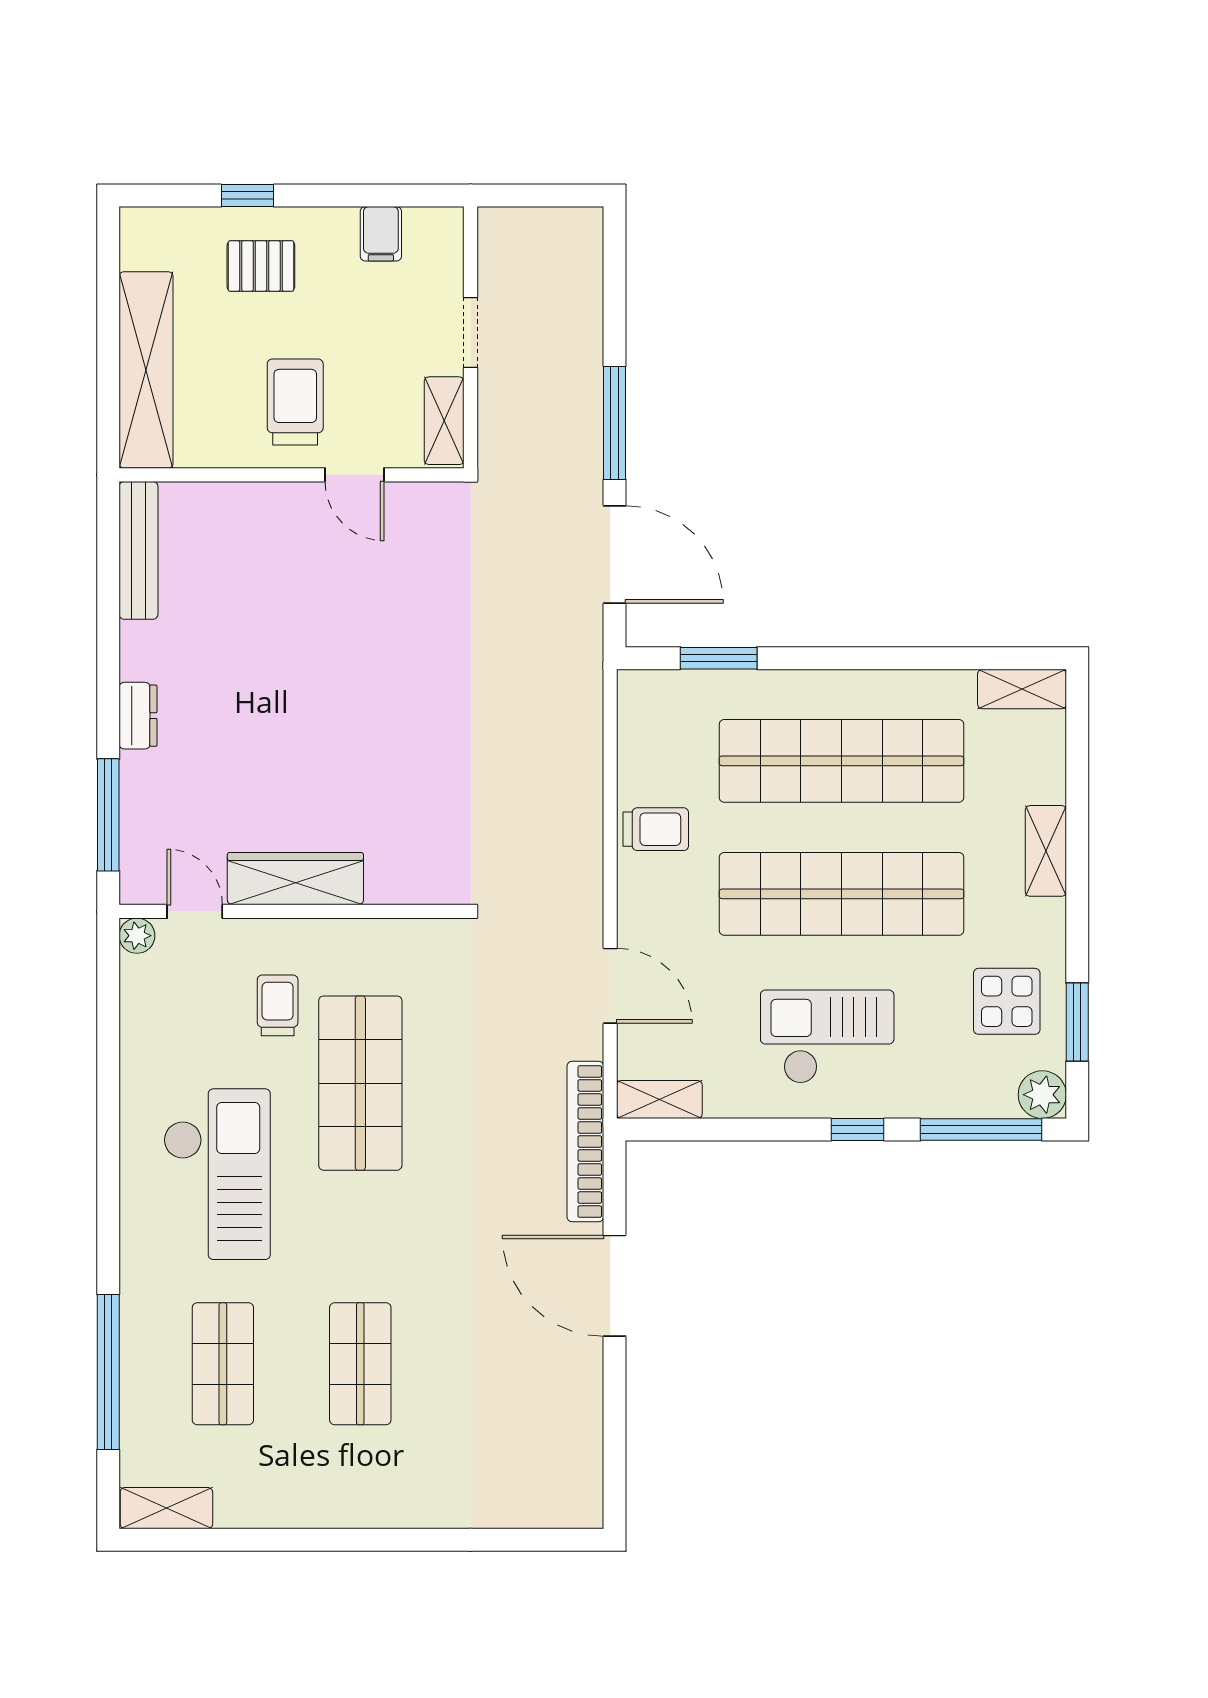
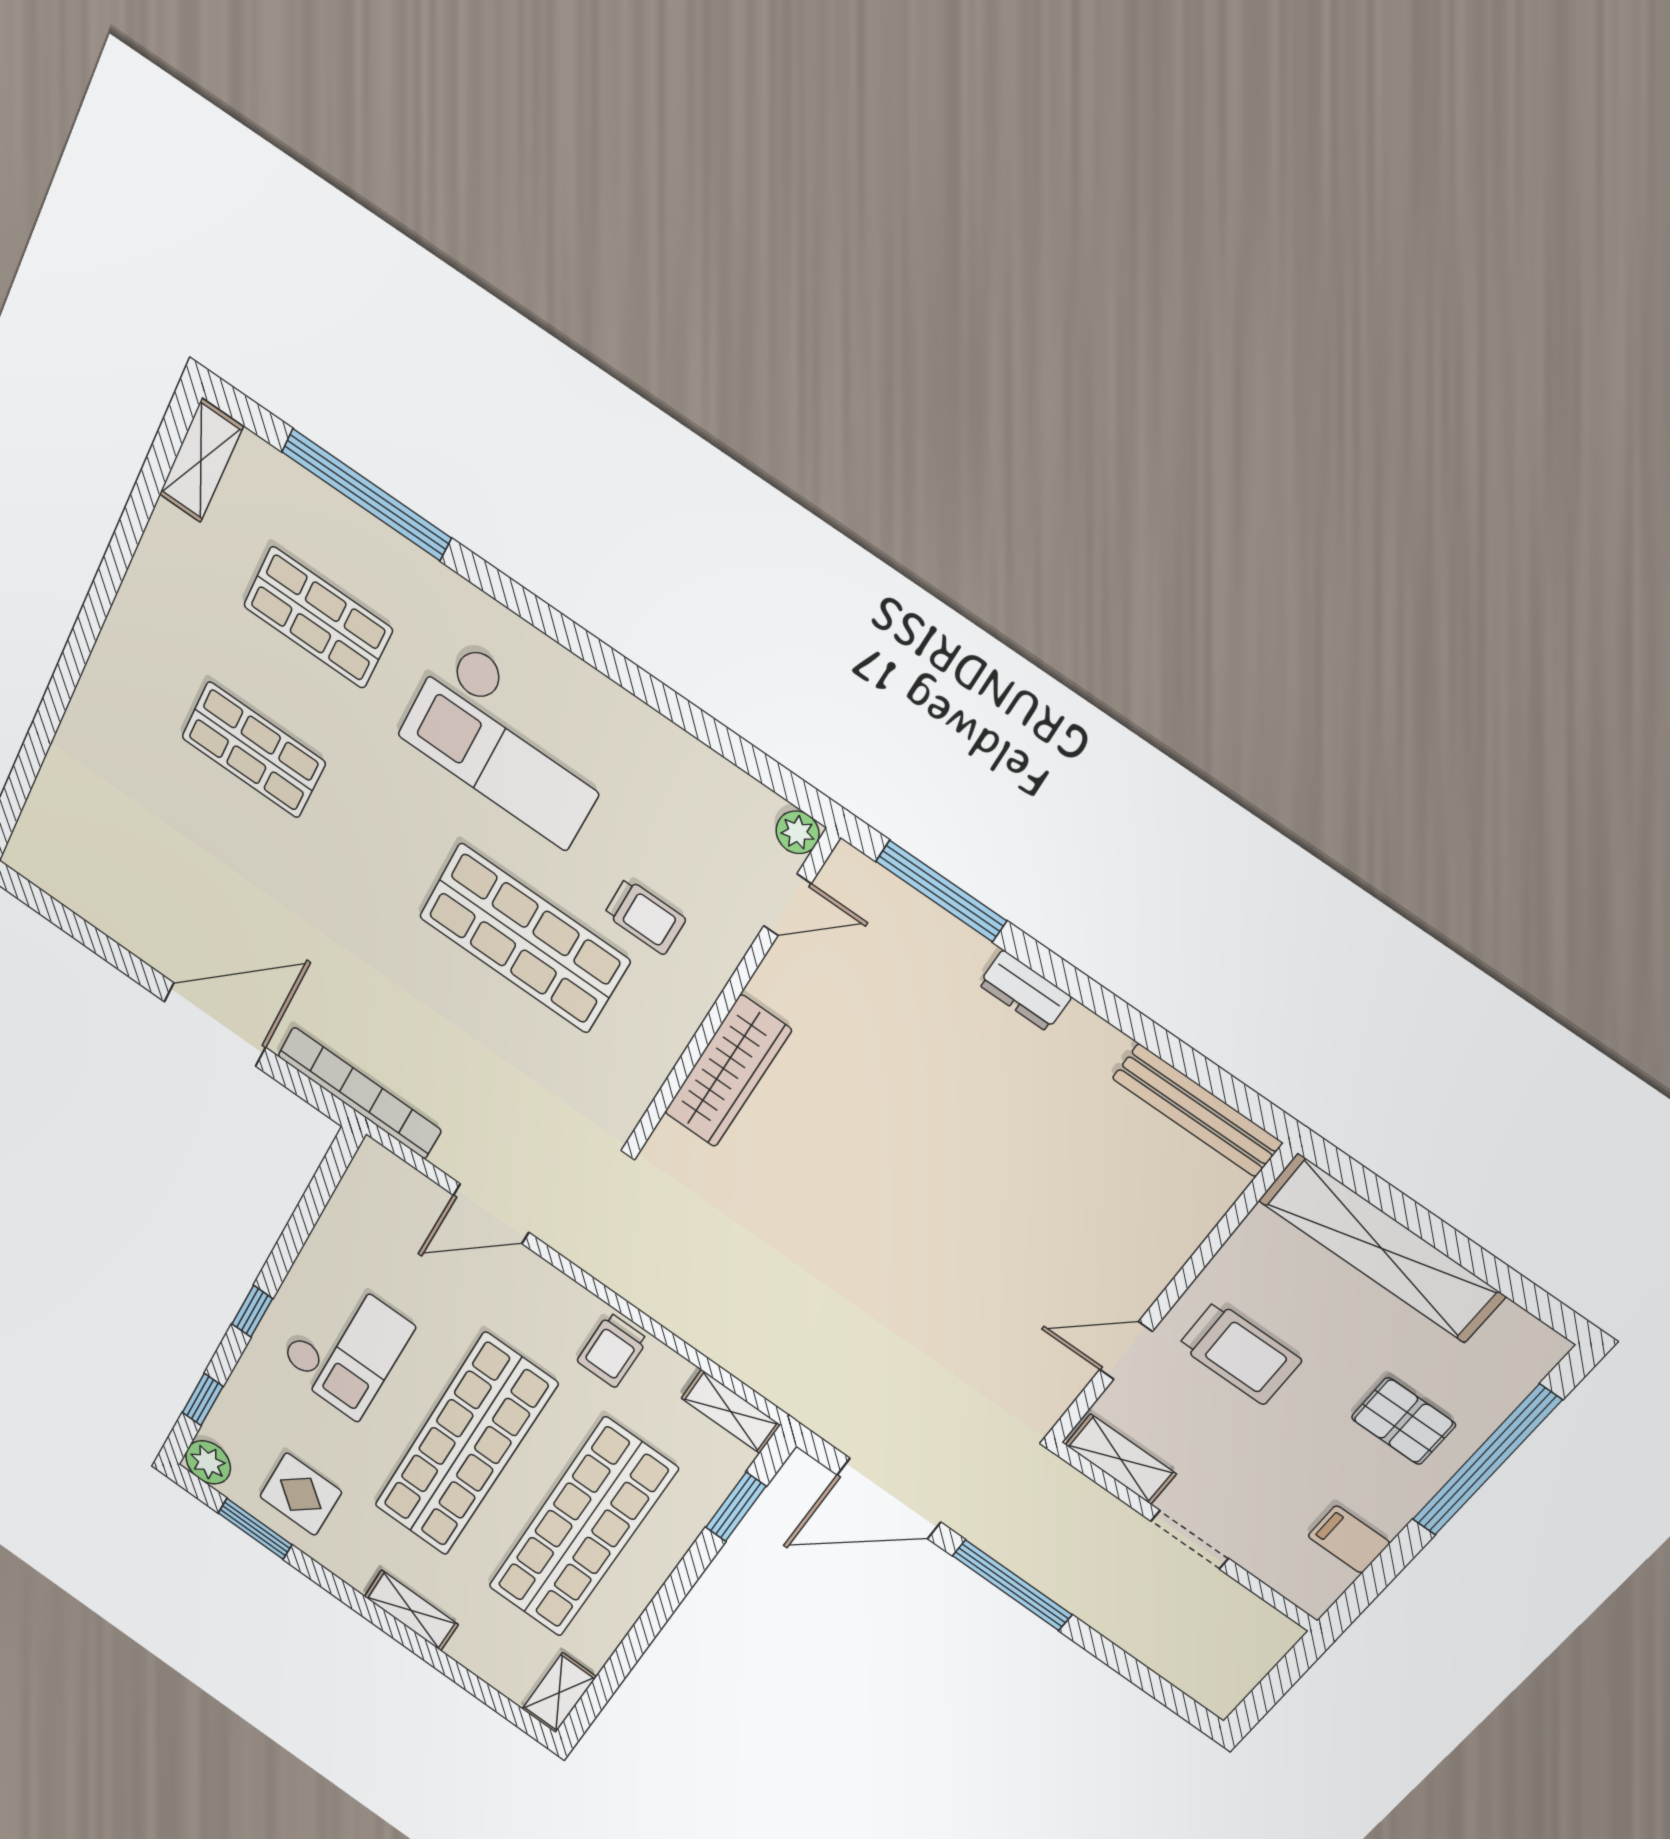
window: (247, 196) -> (1486, 1461), width x3.17
pallet: (261, 266) -> (1403, 1421), turned 90
wardrobe: (295, 879) -> (728, 1071), moved
shelving: (659, 1099) -> (731, 1411), moved, turned 90
window: (981, 1130) -> (203, 1399), width x0.46

